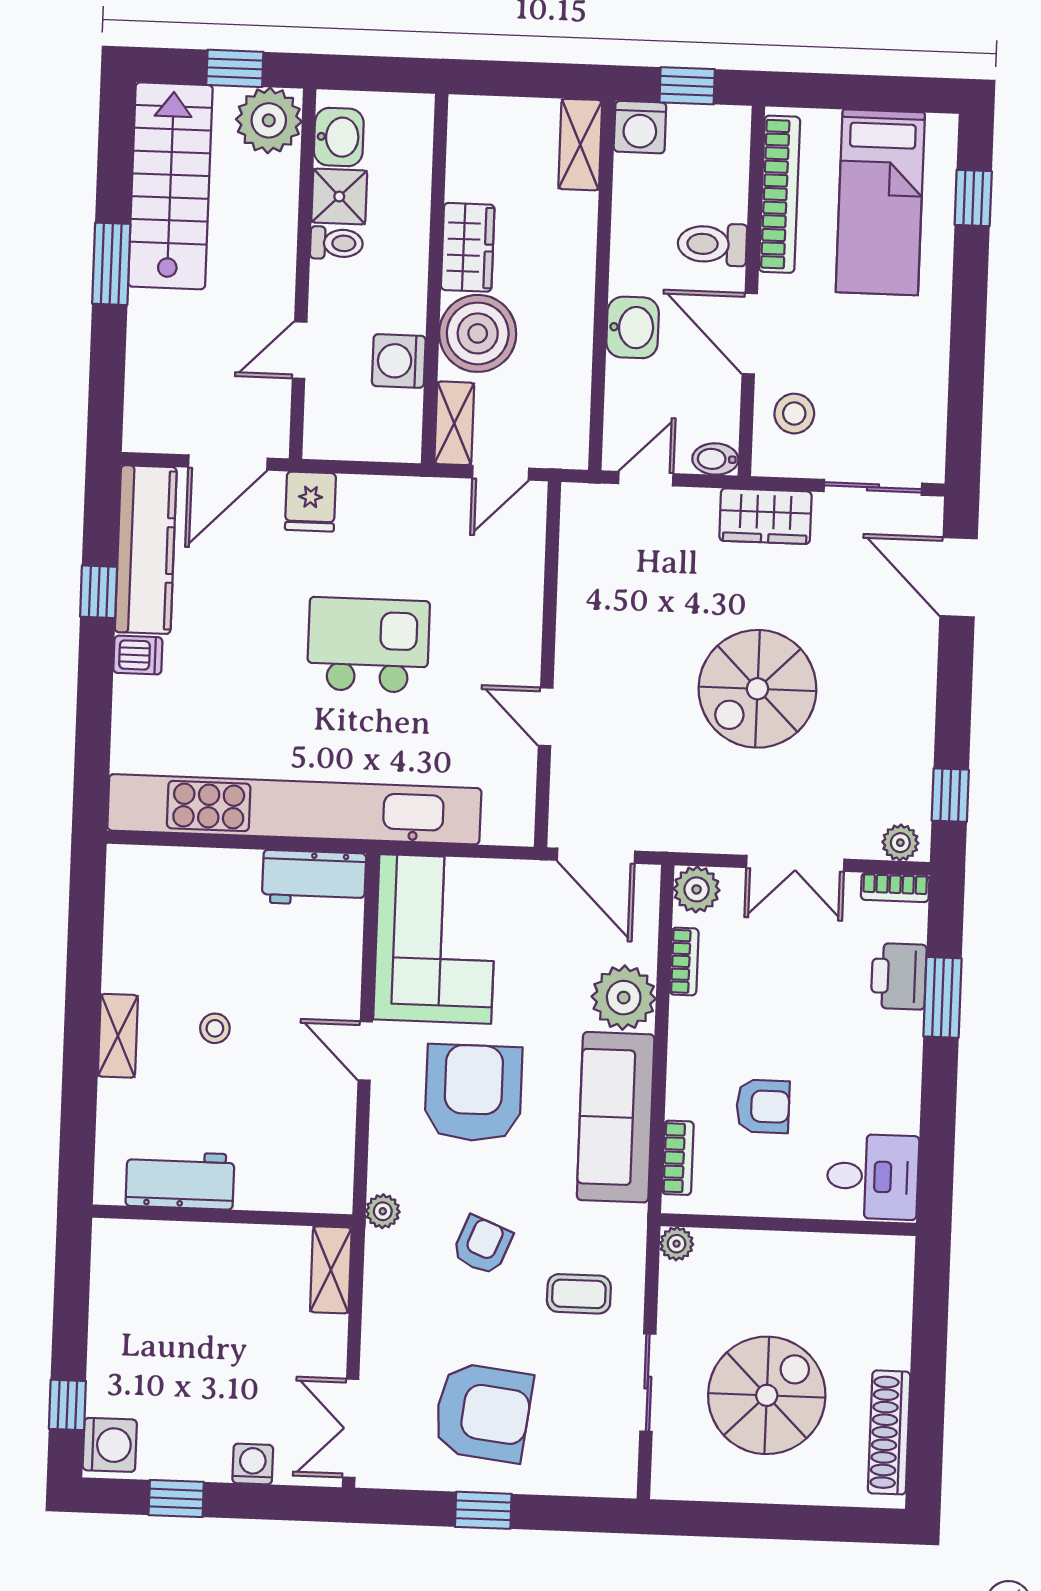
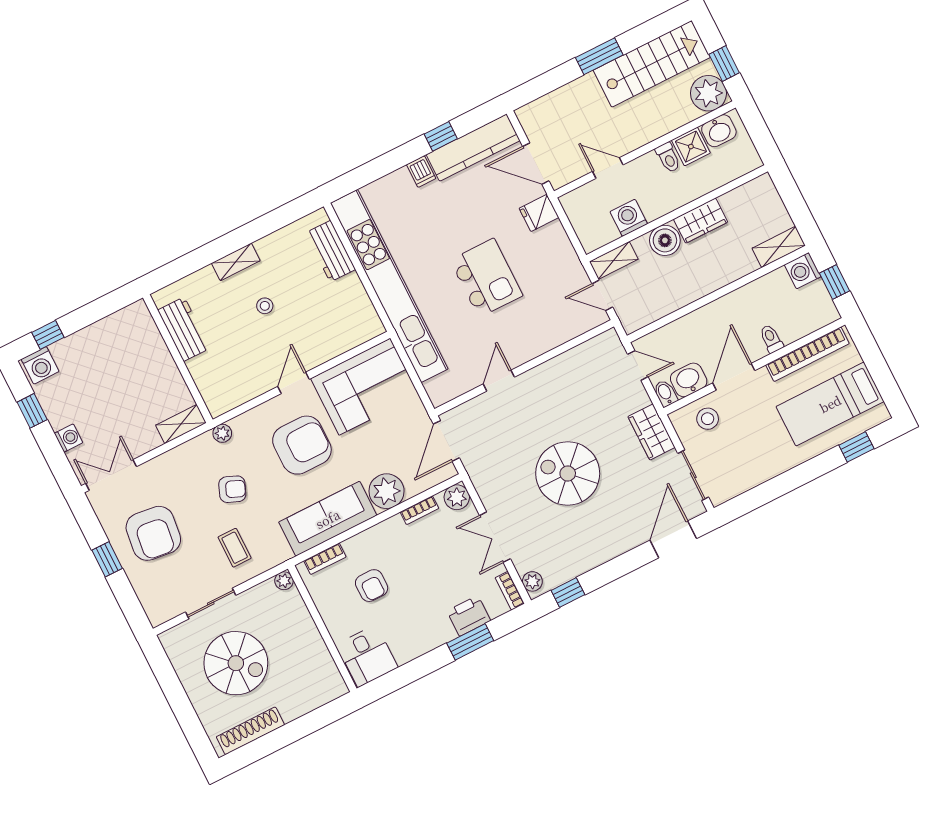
toilet: (712, 244) -> (771, 339), width x0.73, depth x0.72
washbasin: (633, 327) -> (689, 380), moved, turned 180
boiler: (478, 333) -> (665, 240), width x0.73, depth x0.73
workbench: (314, 878) -> (330, 251), moved

